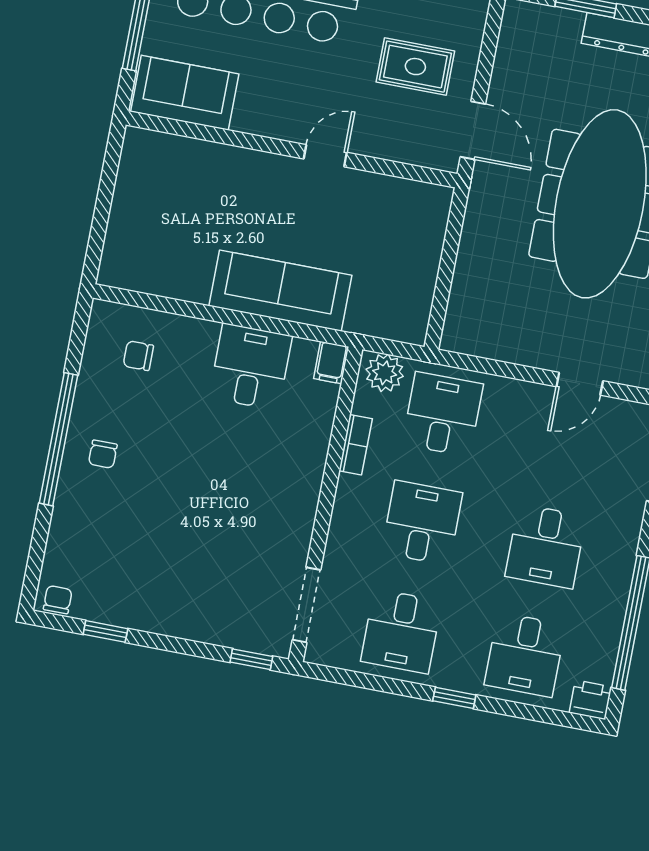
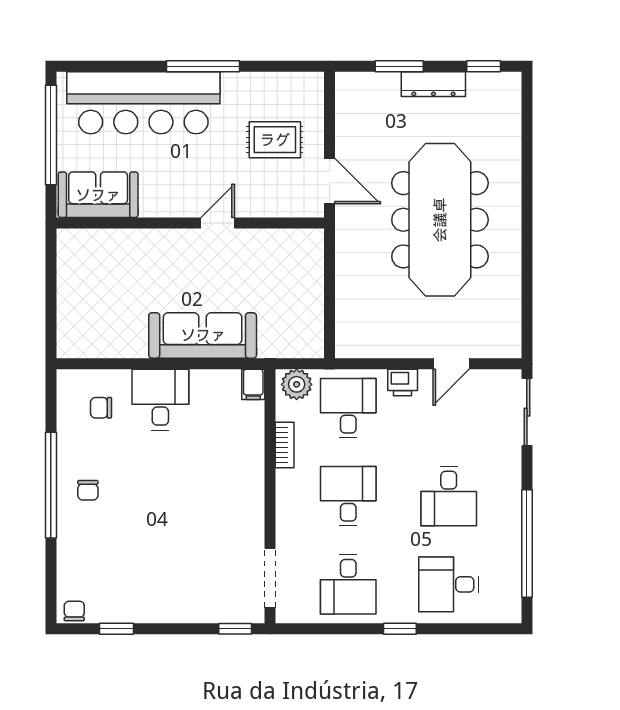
desk: (251, 367) -> (160, 400), moved
desk: (525, 655) -> (449, 584), turned 90
printer: (590, 700) -> (403, 383), moved, turned 180

